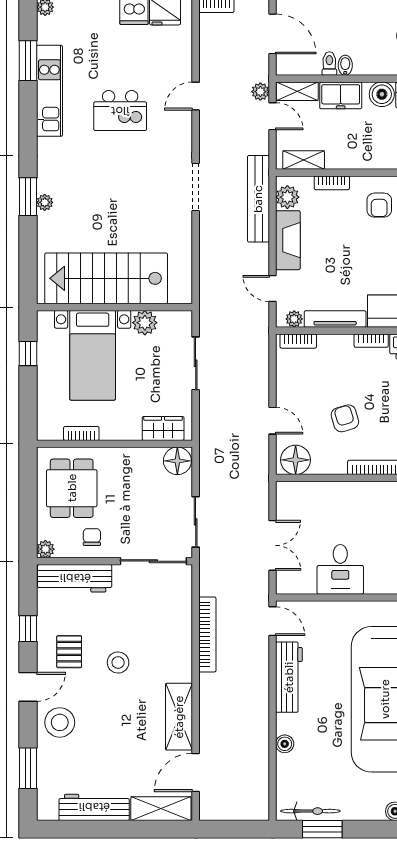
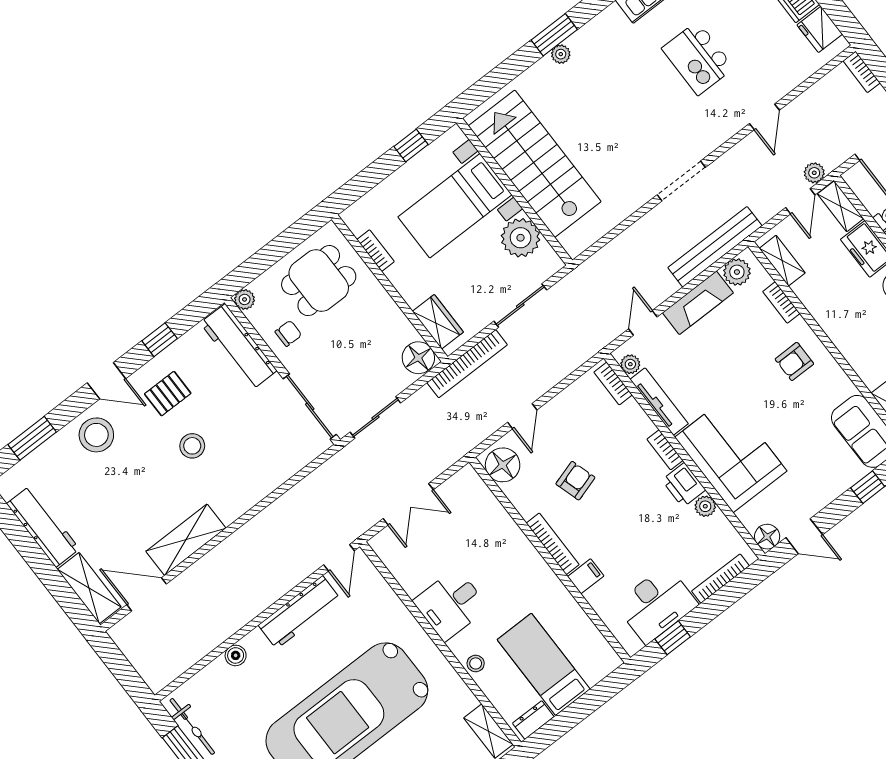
door: (196, 96) -> (764, 117), swing flipped
plant: (145, 323) -> (521, 238), width x1.36, depth x1.36
desk: (340, 569) -> (451, 604), moved
bookcase: (207, 634) -> (467, 364), moved

